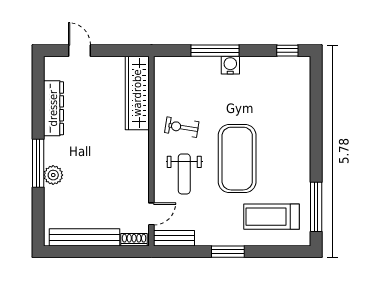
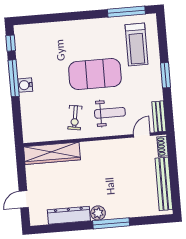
window: (215, 51) -> (14, 78), moved
plant: (53, 175) -> (98, 213), moved
door: (151, 214) -> (142, 135), hinge flipped

